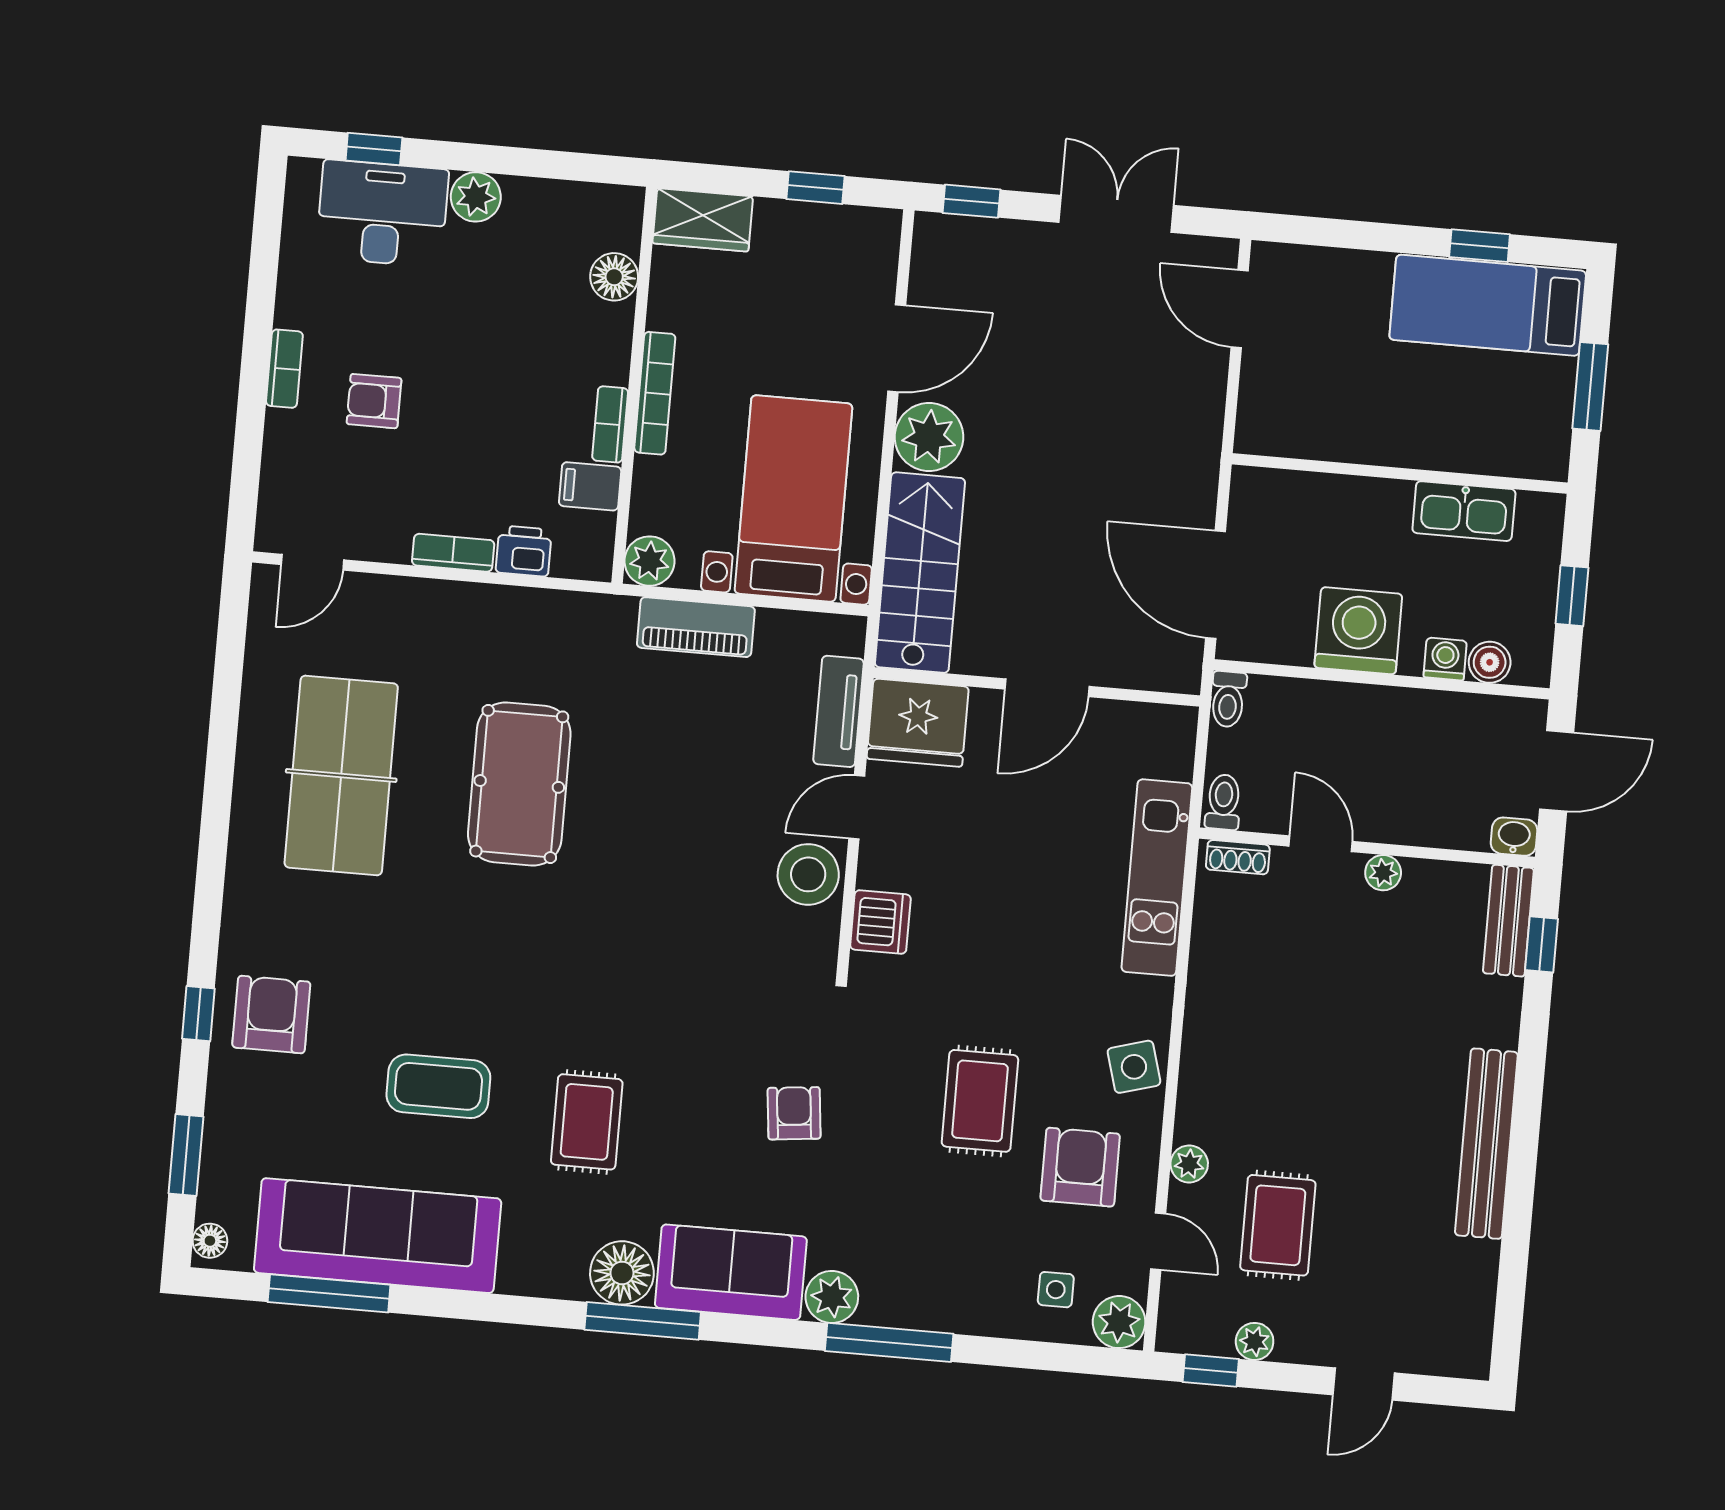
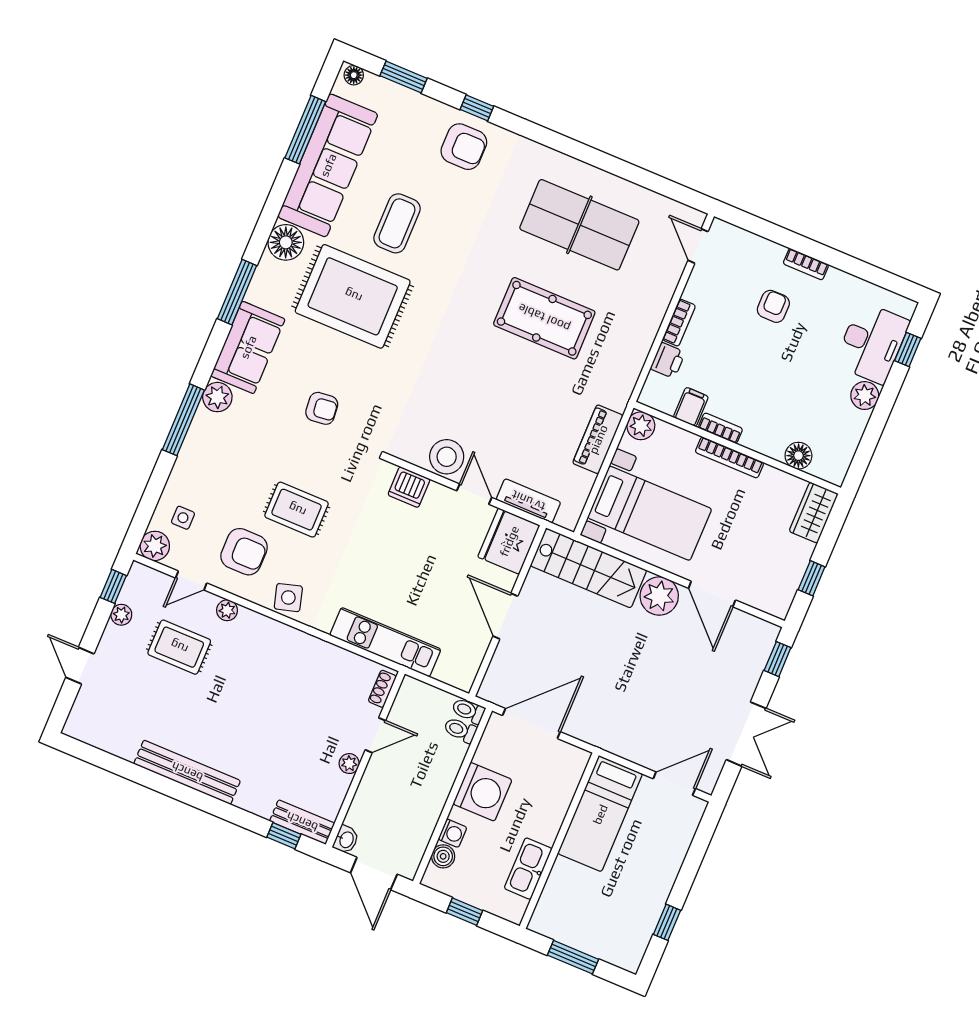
bed: (1488, 305) -> (600, 814), moved, turned 180
toilet: (1223, 802) -> (460, 730), moved, turned 180
rug: (587, 1122) -> (353, 296), width x1.86, depth x2.06
floor lamp: (622, 1273) -> (286, 242), moved

